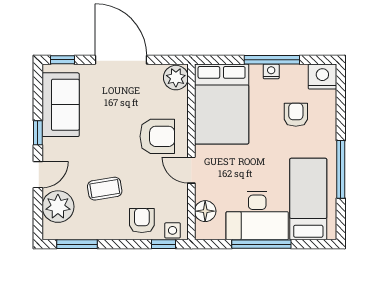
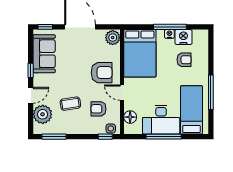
nightstand: (322, 77) -> (183, 37), moved
armchair: (296, 115) -> (184, 60), turned 90
armchair: (142, 221) -> (98, 109), moved, turned -90

